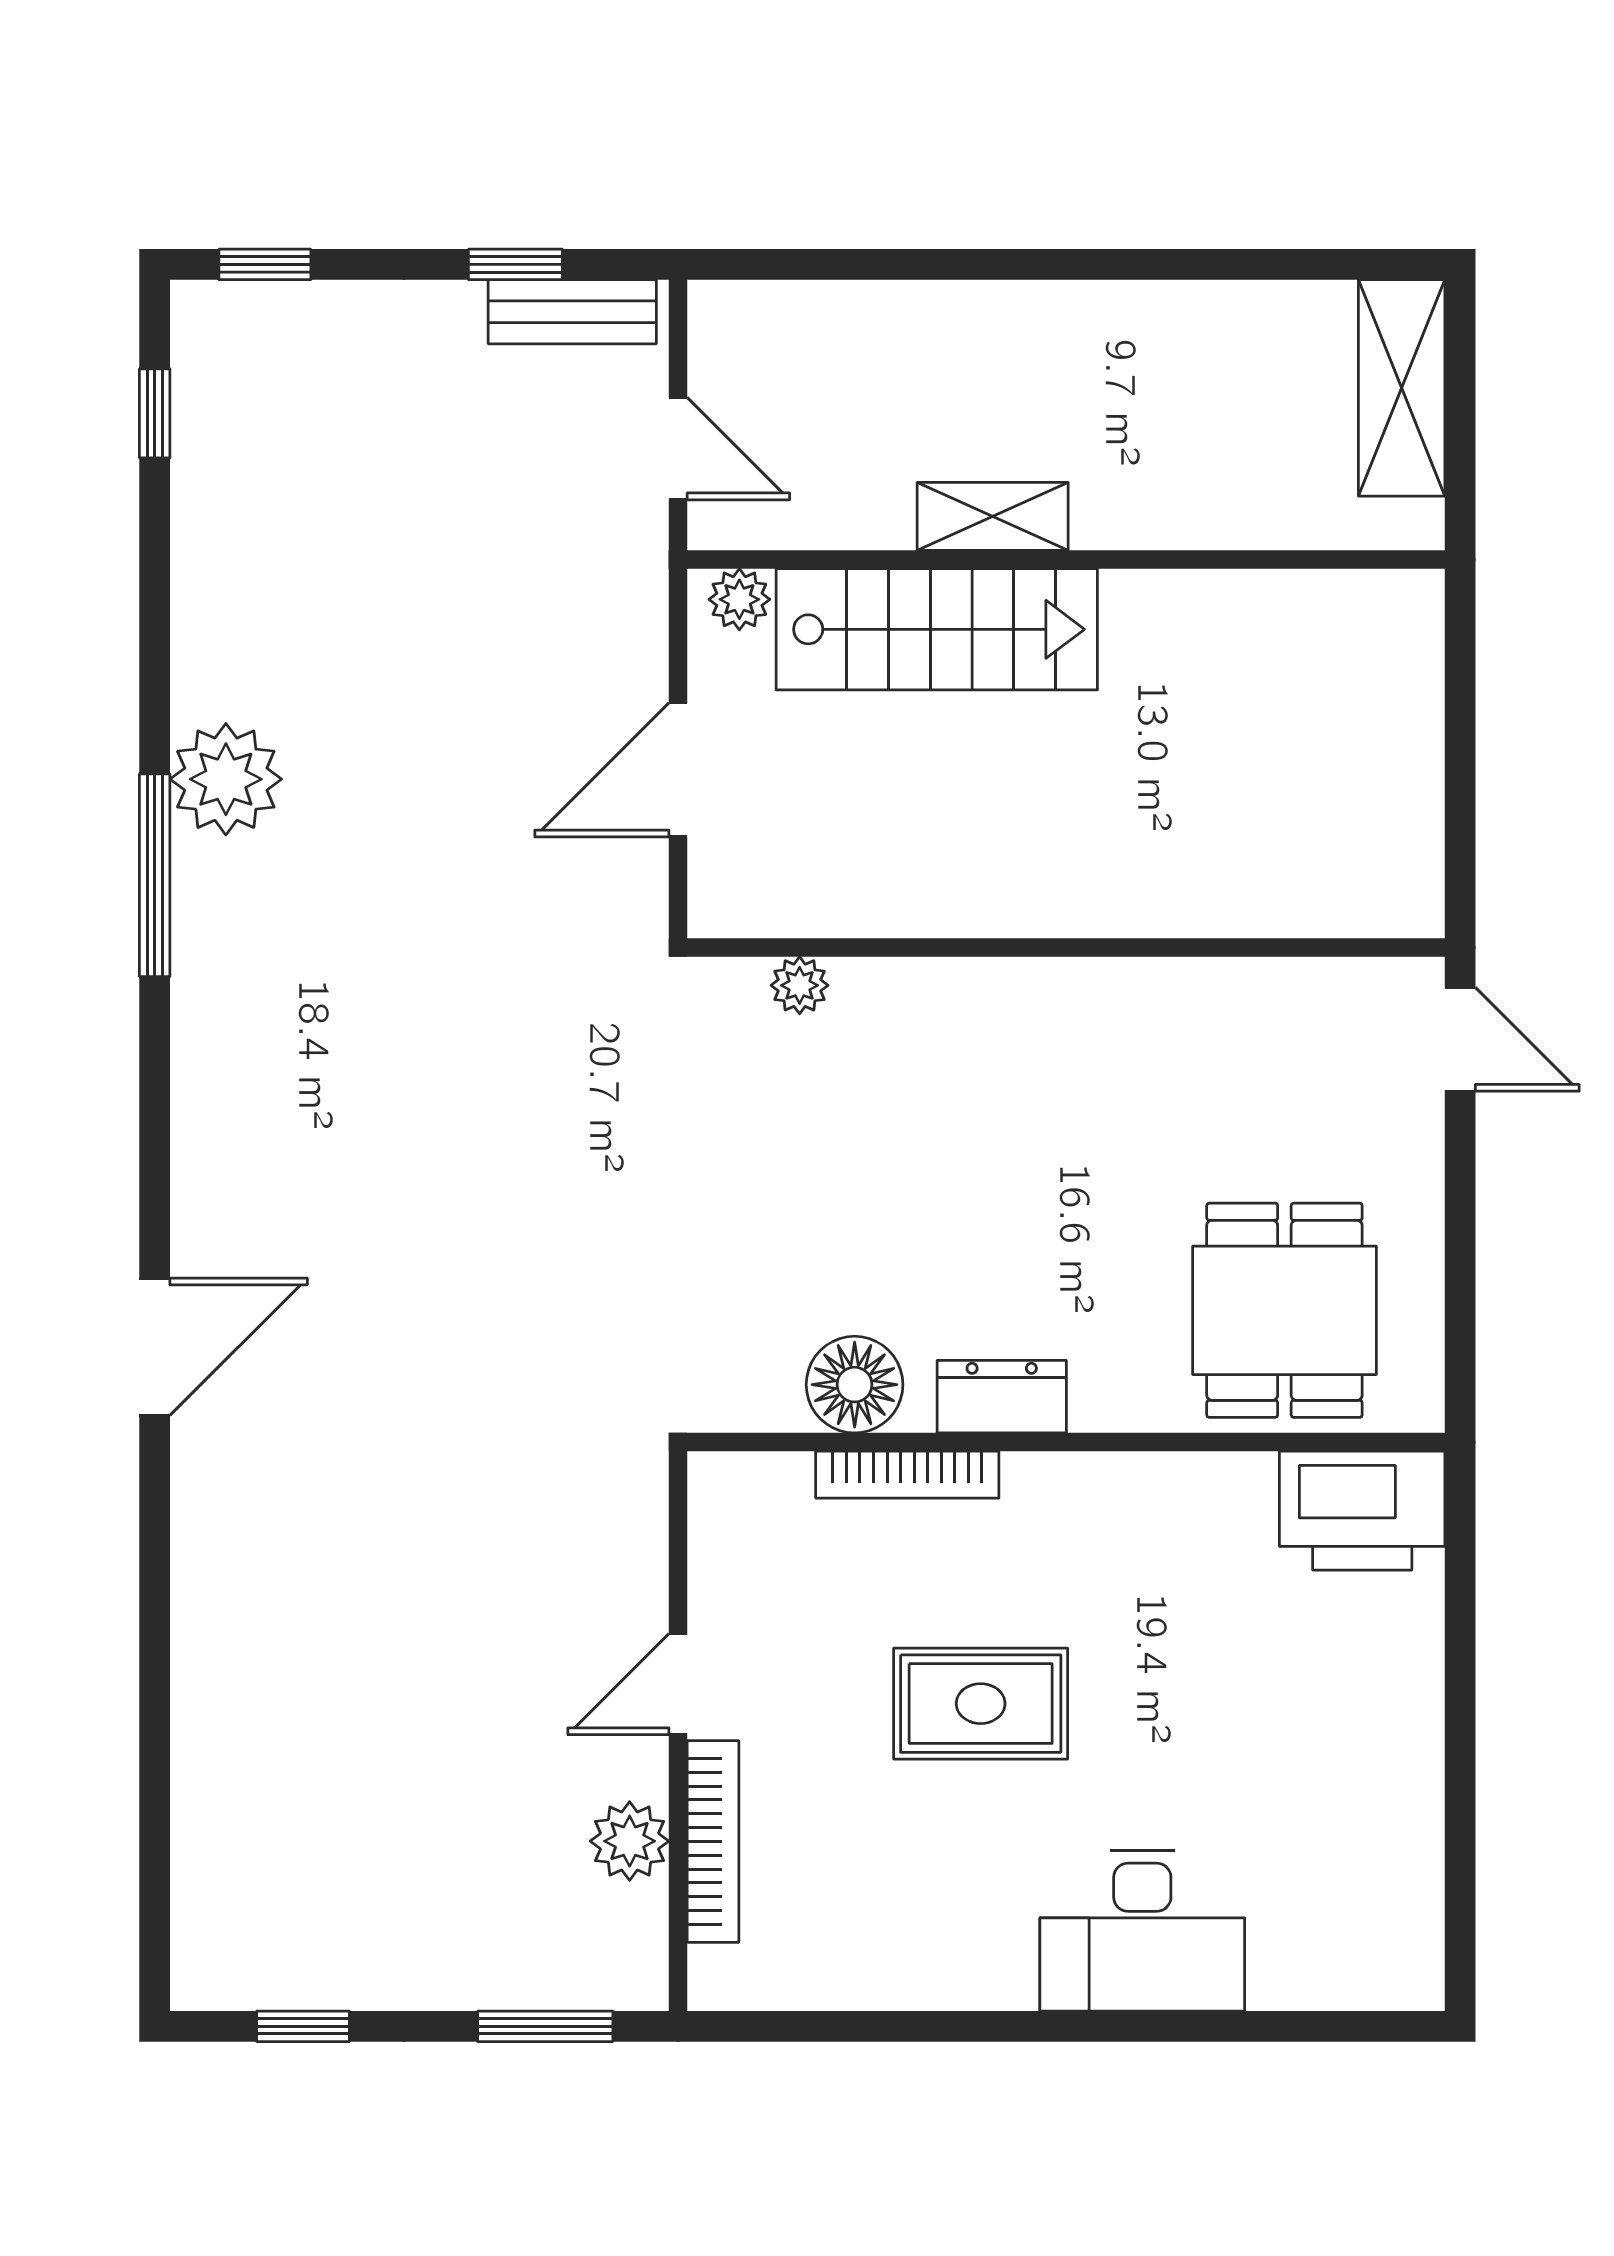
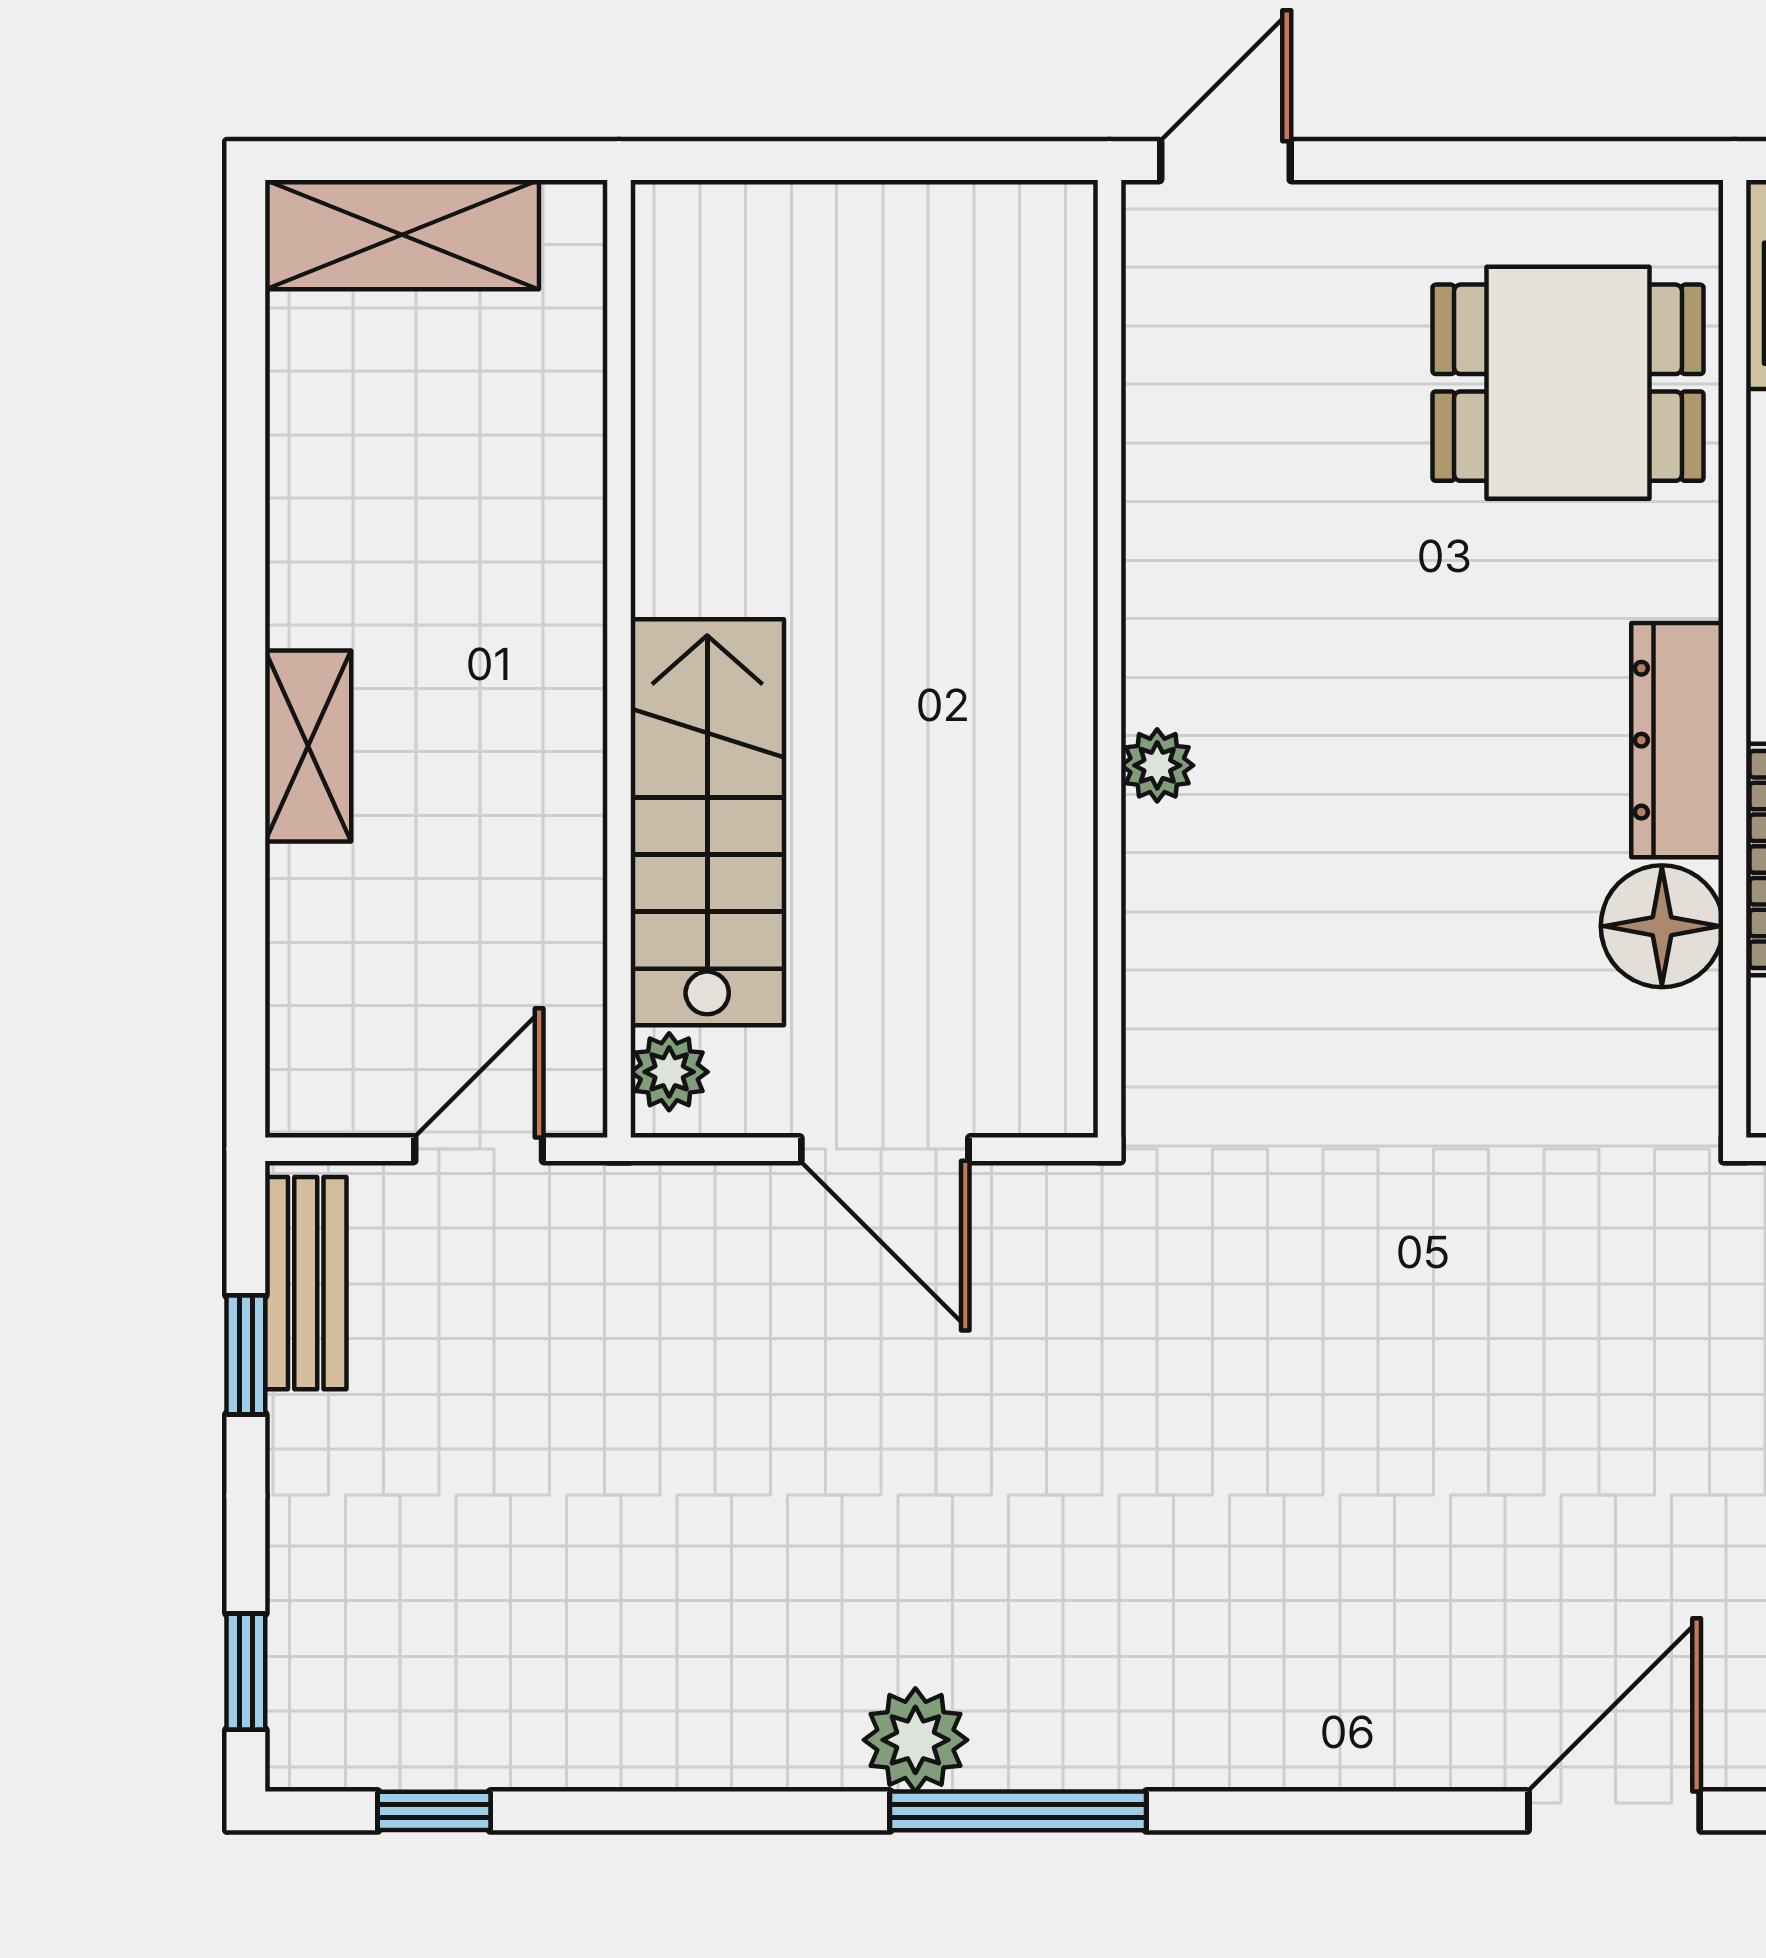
shelving: (993, 516) -> (308, 746), moved
plant: (226, 779) -> (915, 1740), width x0.73, depth x0.73
plant: (800, 985) -> (1157, 765), moved
door: (155, 1347) -> (1614, 1811), hinge flipped
dresser: (1002, 1397) -> (1677, 740), width x1.44

